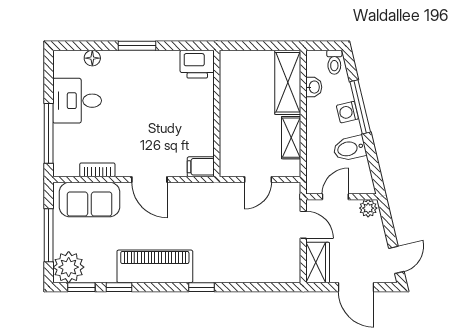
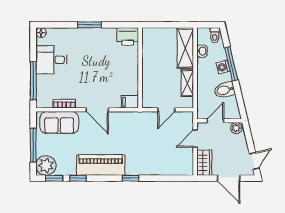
floor lamp: (92, 58) -> (41, 33), moved
door: (303, 225) -> (195, 139), swing flipped

